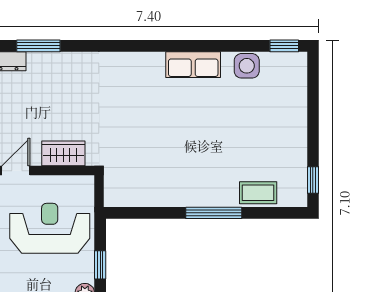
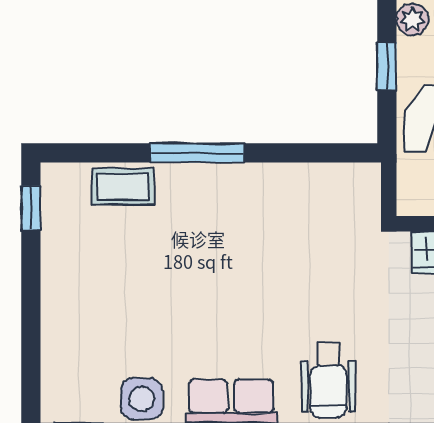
wheelchair: (135, 77) -> (328, 380), added

